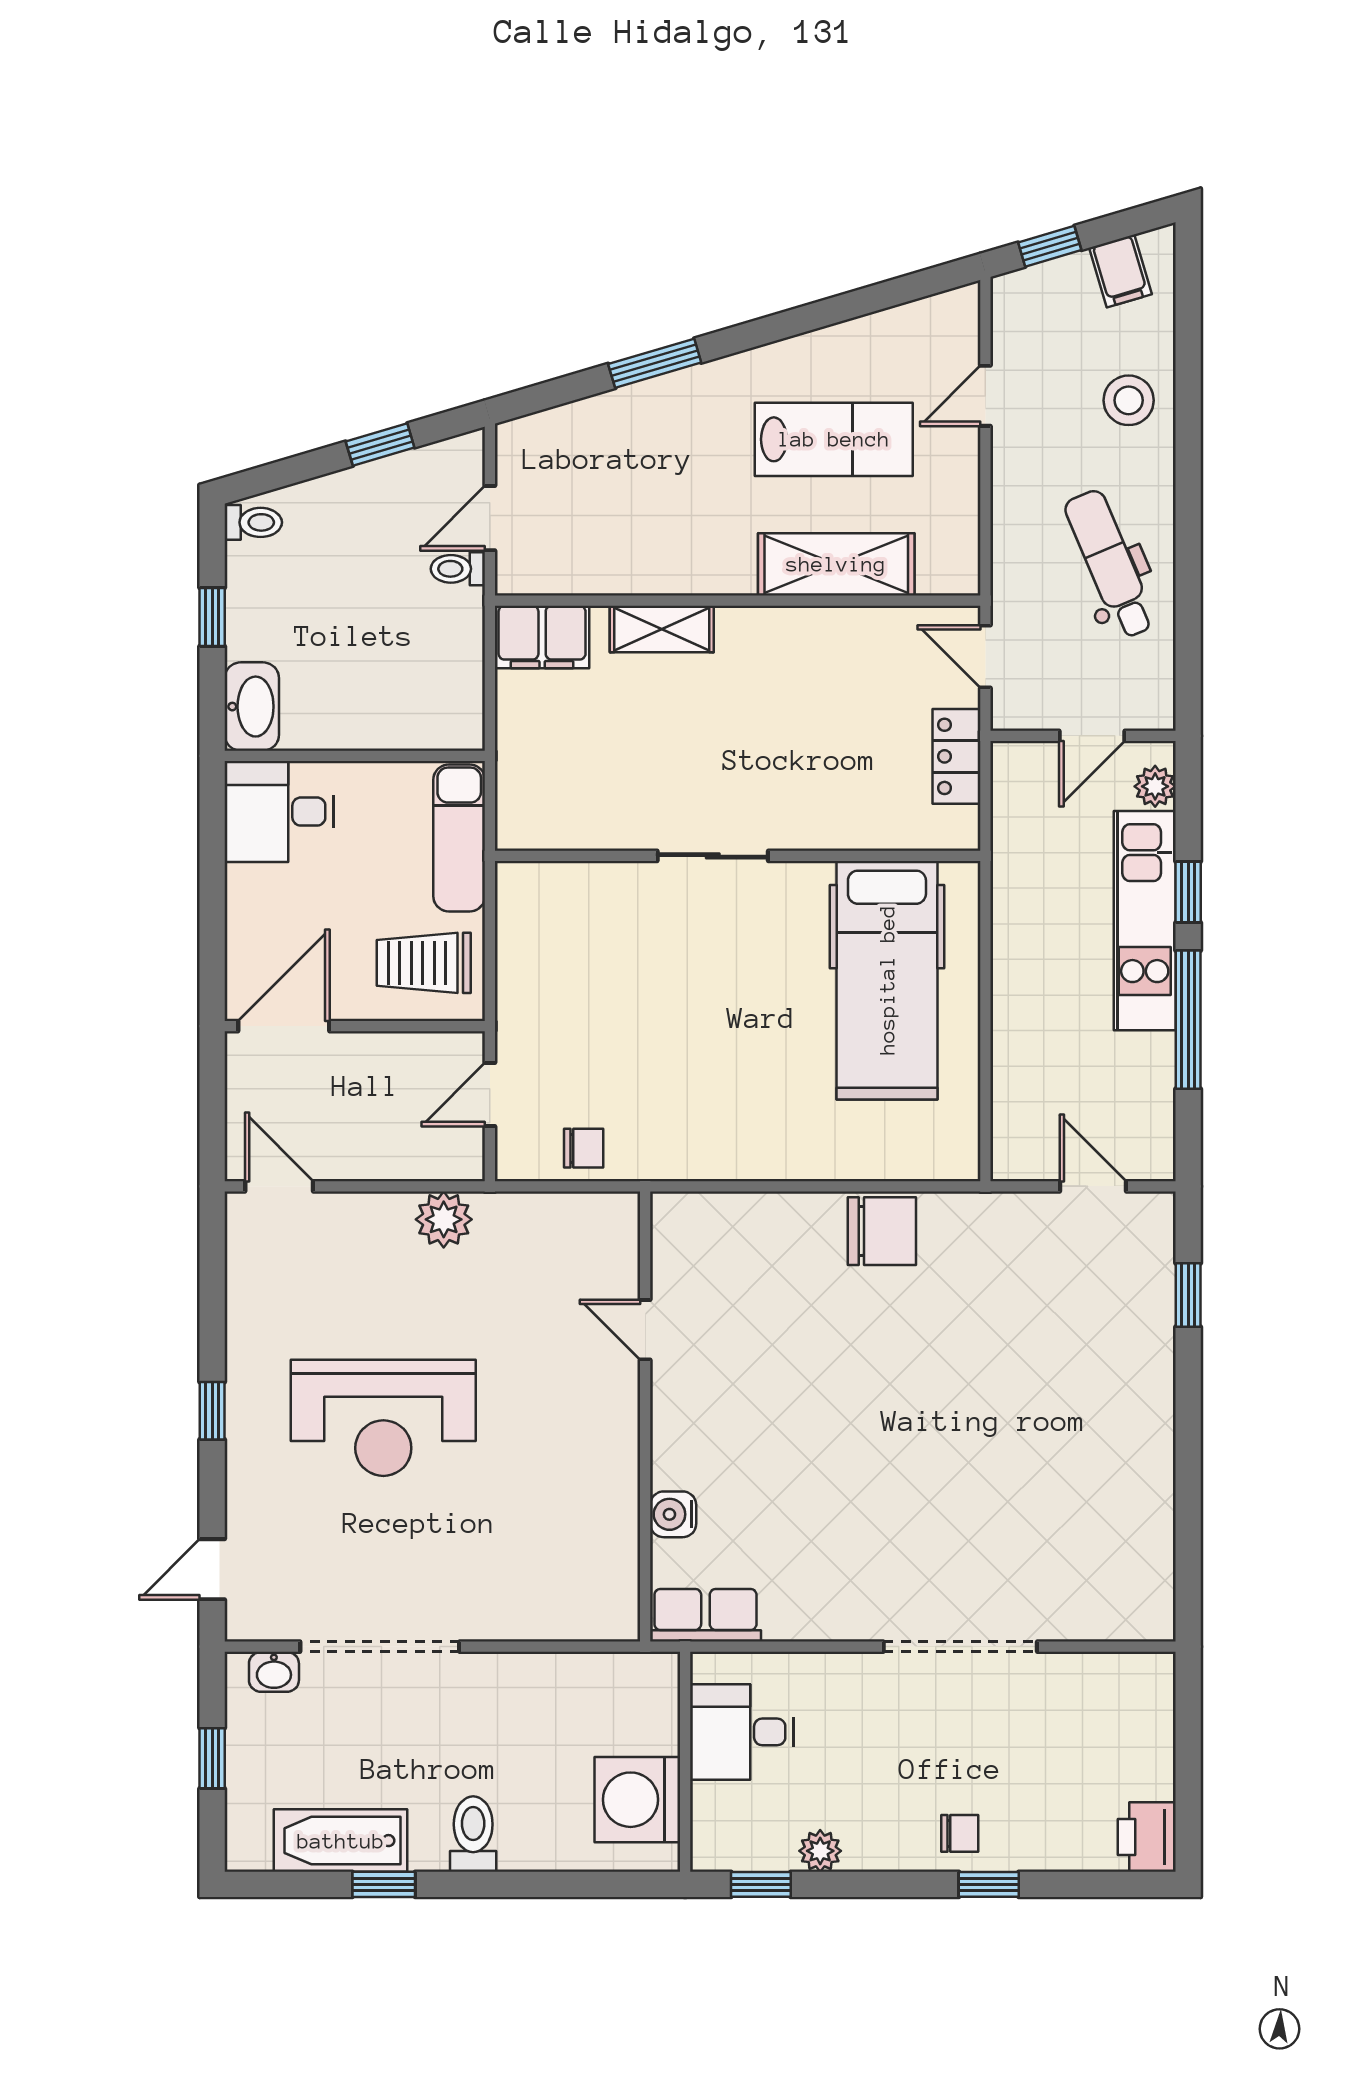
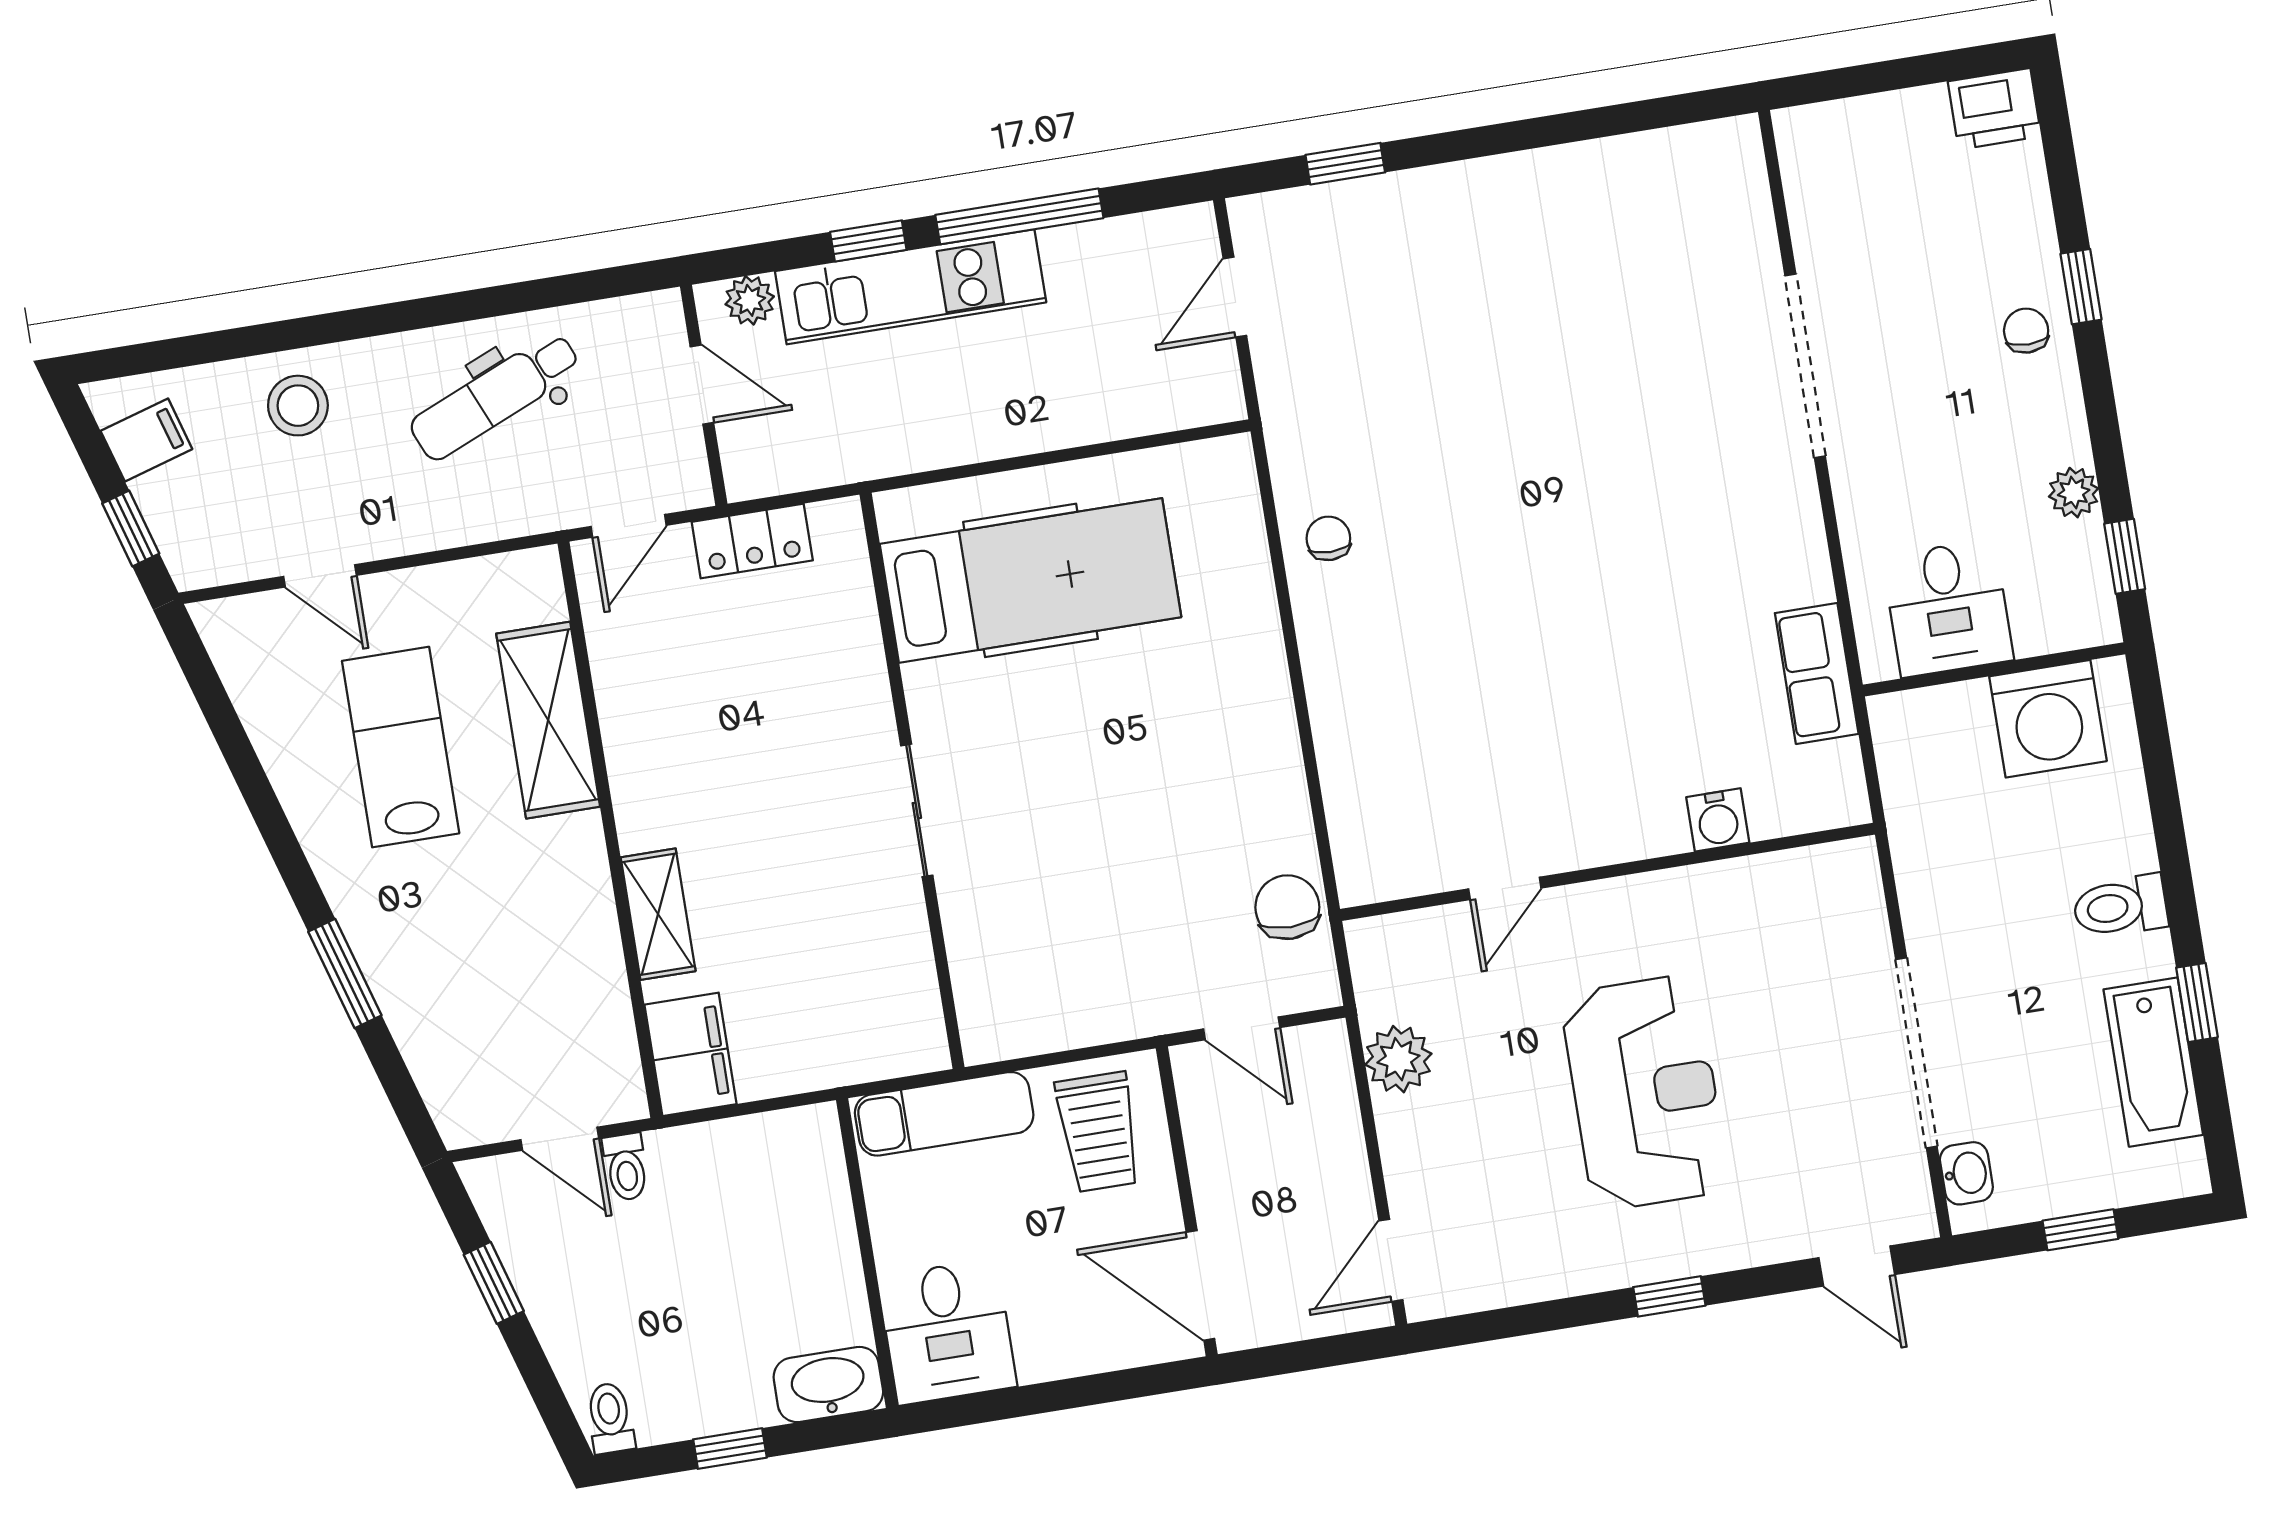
chair: (584, 1148) -> (1287, 907), width x1.37, depth x1.37
chair: (882, 1231) -> (1328, 538), width x0.54, depth x0.54
door: (645, 1330) -> (1505, 888), moved
wall: (645, 1417) -> (1607, 872), moved
water cooler: (673, 1514) -> (1718, 820), moved

